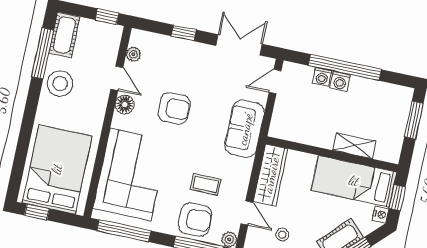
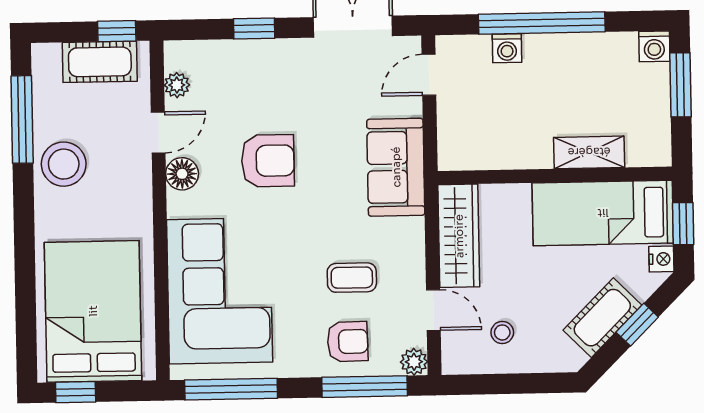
cot: (64, 35) -> (100, 62), moved, turned 90
door: (117, 78) -> (158, 132), hinge flipped
washing machine: (340, 81) -> (654, 46), moved
armchair: (195, 220) -> (348, 342), width x0.72, depth x0.72

